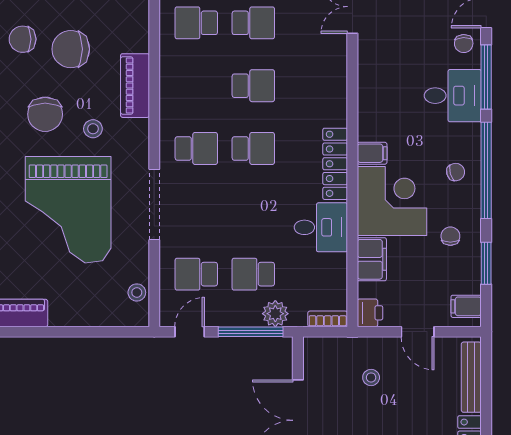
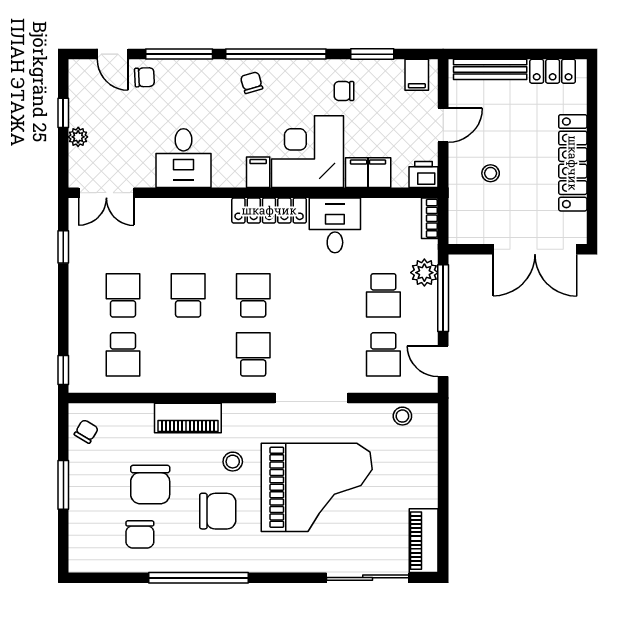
desk: (453, 96) -> (183, 158), moved, turned 180
chair: (456, 172) -> (252, 83), moved

